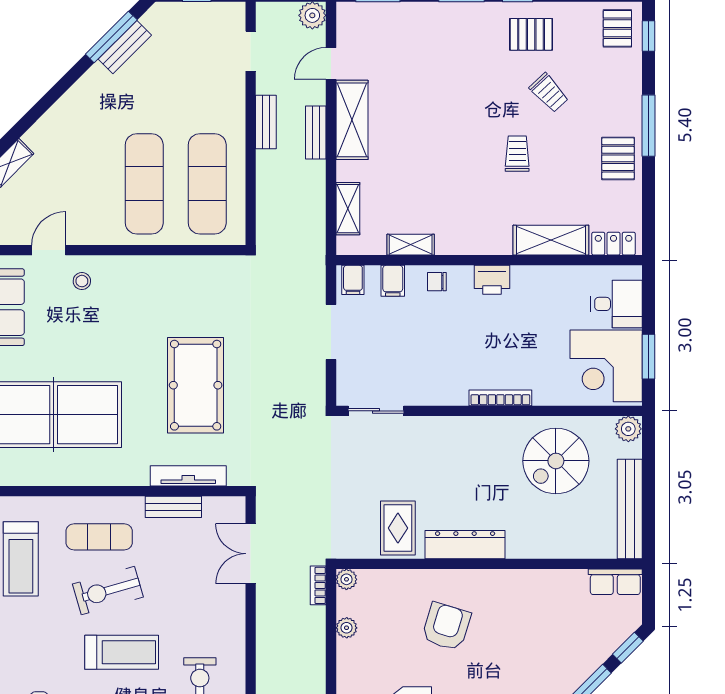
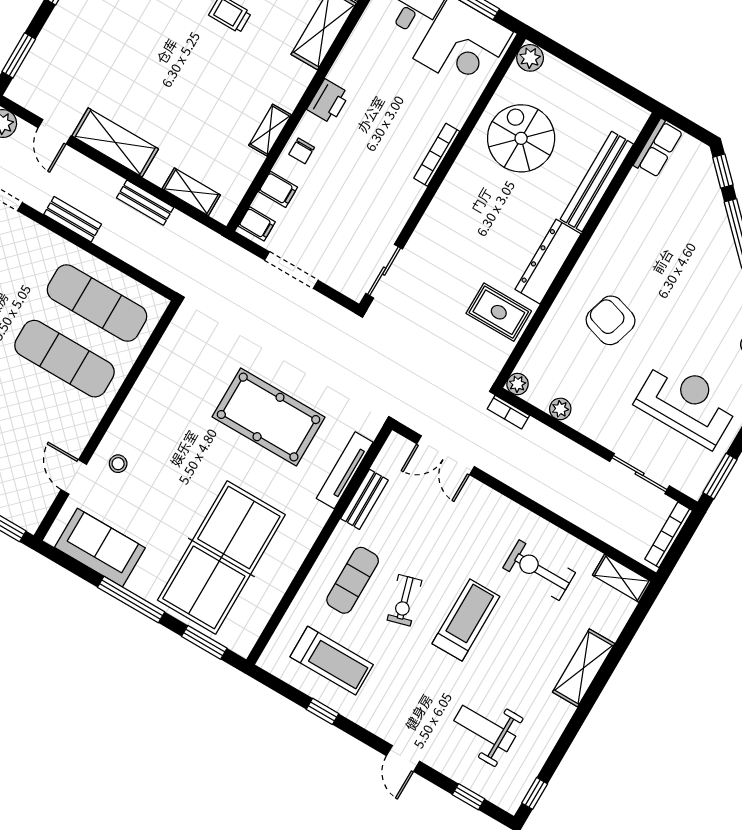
bench: (316, 133) -> (145, 203), moved
shelving: (411, 245) -> (270, 130), moved
spiral stairs: (556, 461) -> (521, 138), turned 180
bench: (630, 509) -> (597, 182), moved, turned 90
exercise bike: (108, 591) -> (404, 600), width x0.73, depth x0.72

